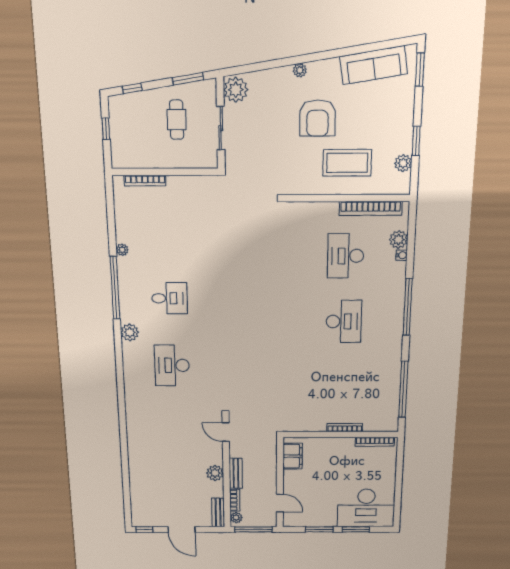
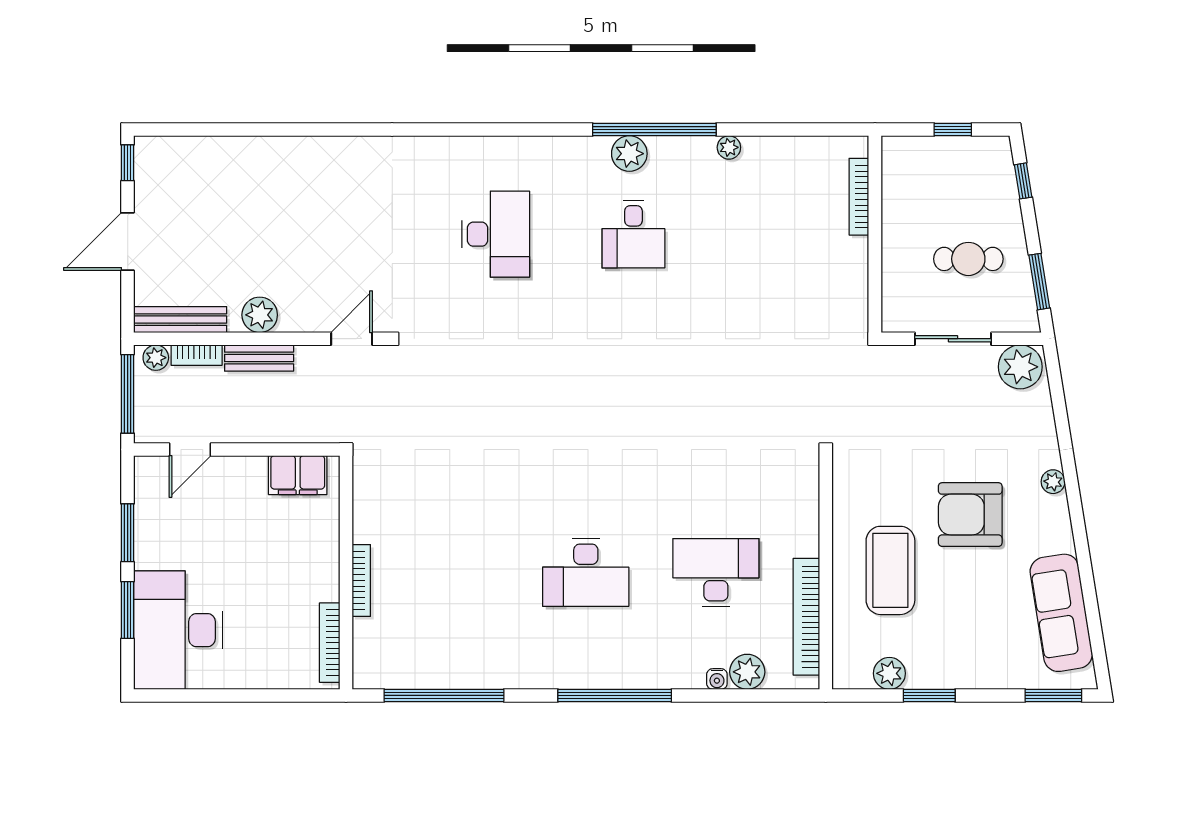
plant: (130, 332) -> (629, 154), moved
desk: (172, 365) -> (496, 234), turned 90
bench: (218, 513) -> (180, 320), width x1.36

